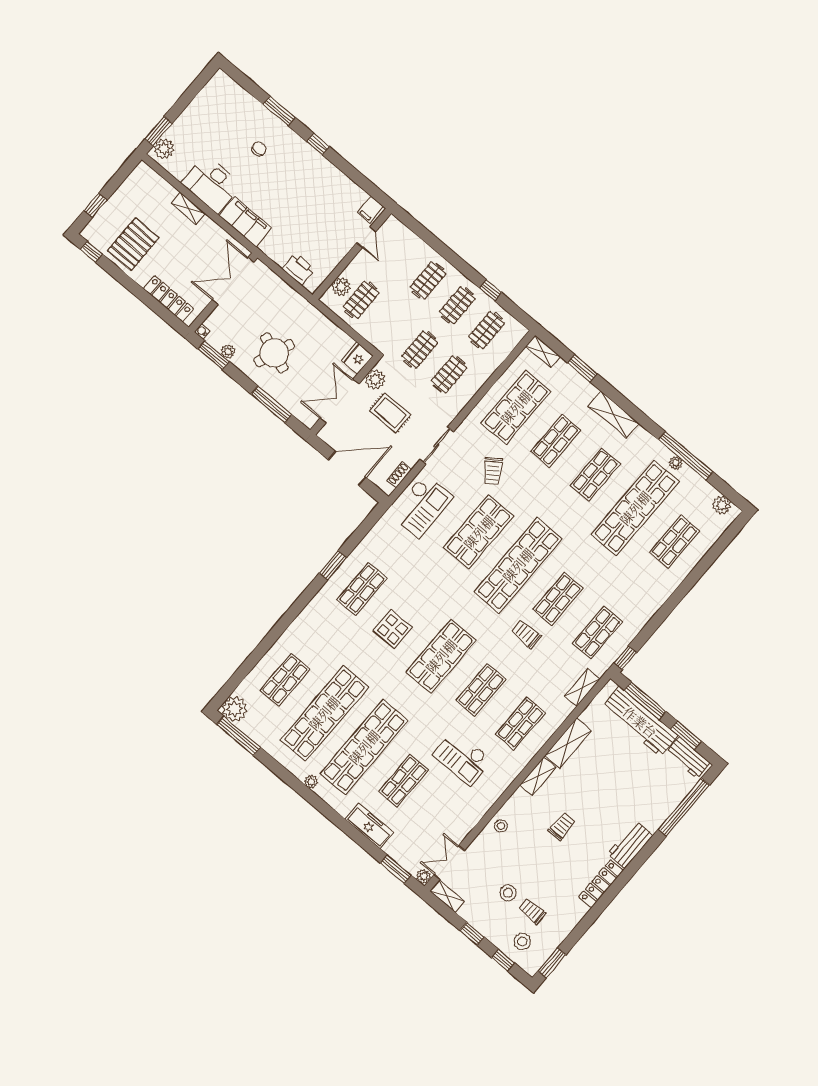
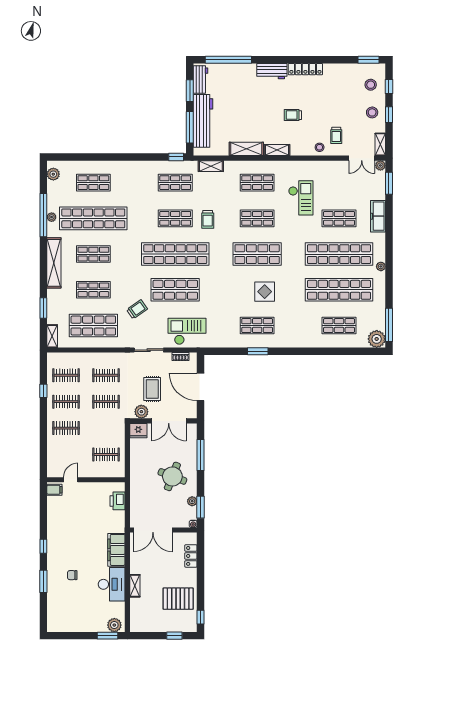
plant: (341, 287) -> (108, 471), removed
locker: (168, 299) -> (191, 556), width x0.66
shelving: (614, 415) -> (54, 263), width x1.47
stool: (508, 893) -> (372, 112), moved
trolley: (532, 911) -> (336, 135), moved

